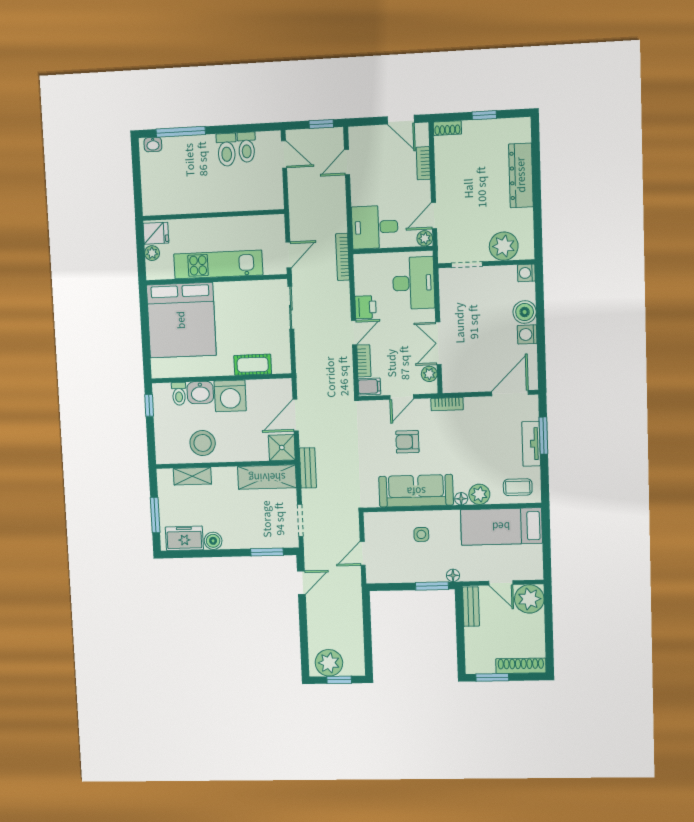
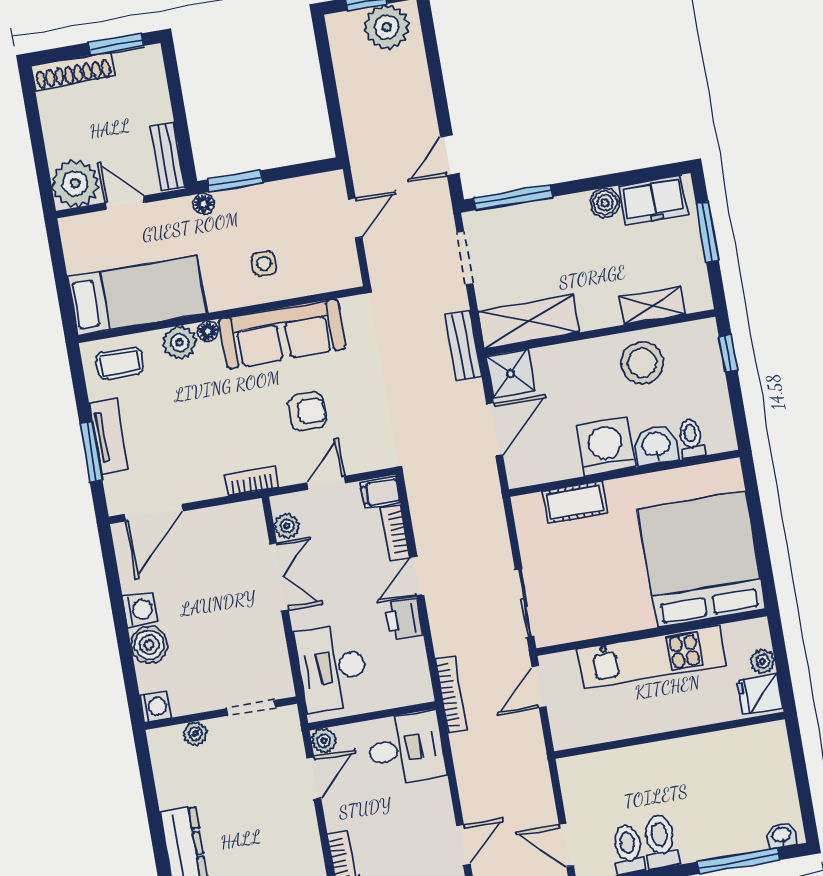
plant: (504, 246) -> (195, 734), width x0.53, depth x0.53
window: (149, 405) -> (728, 353), moved
window: (267, 552) -> (513, 197), width x1.44

